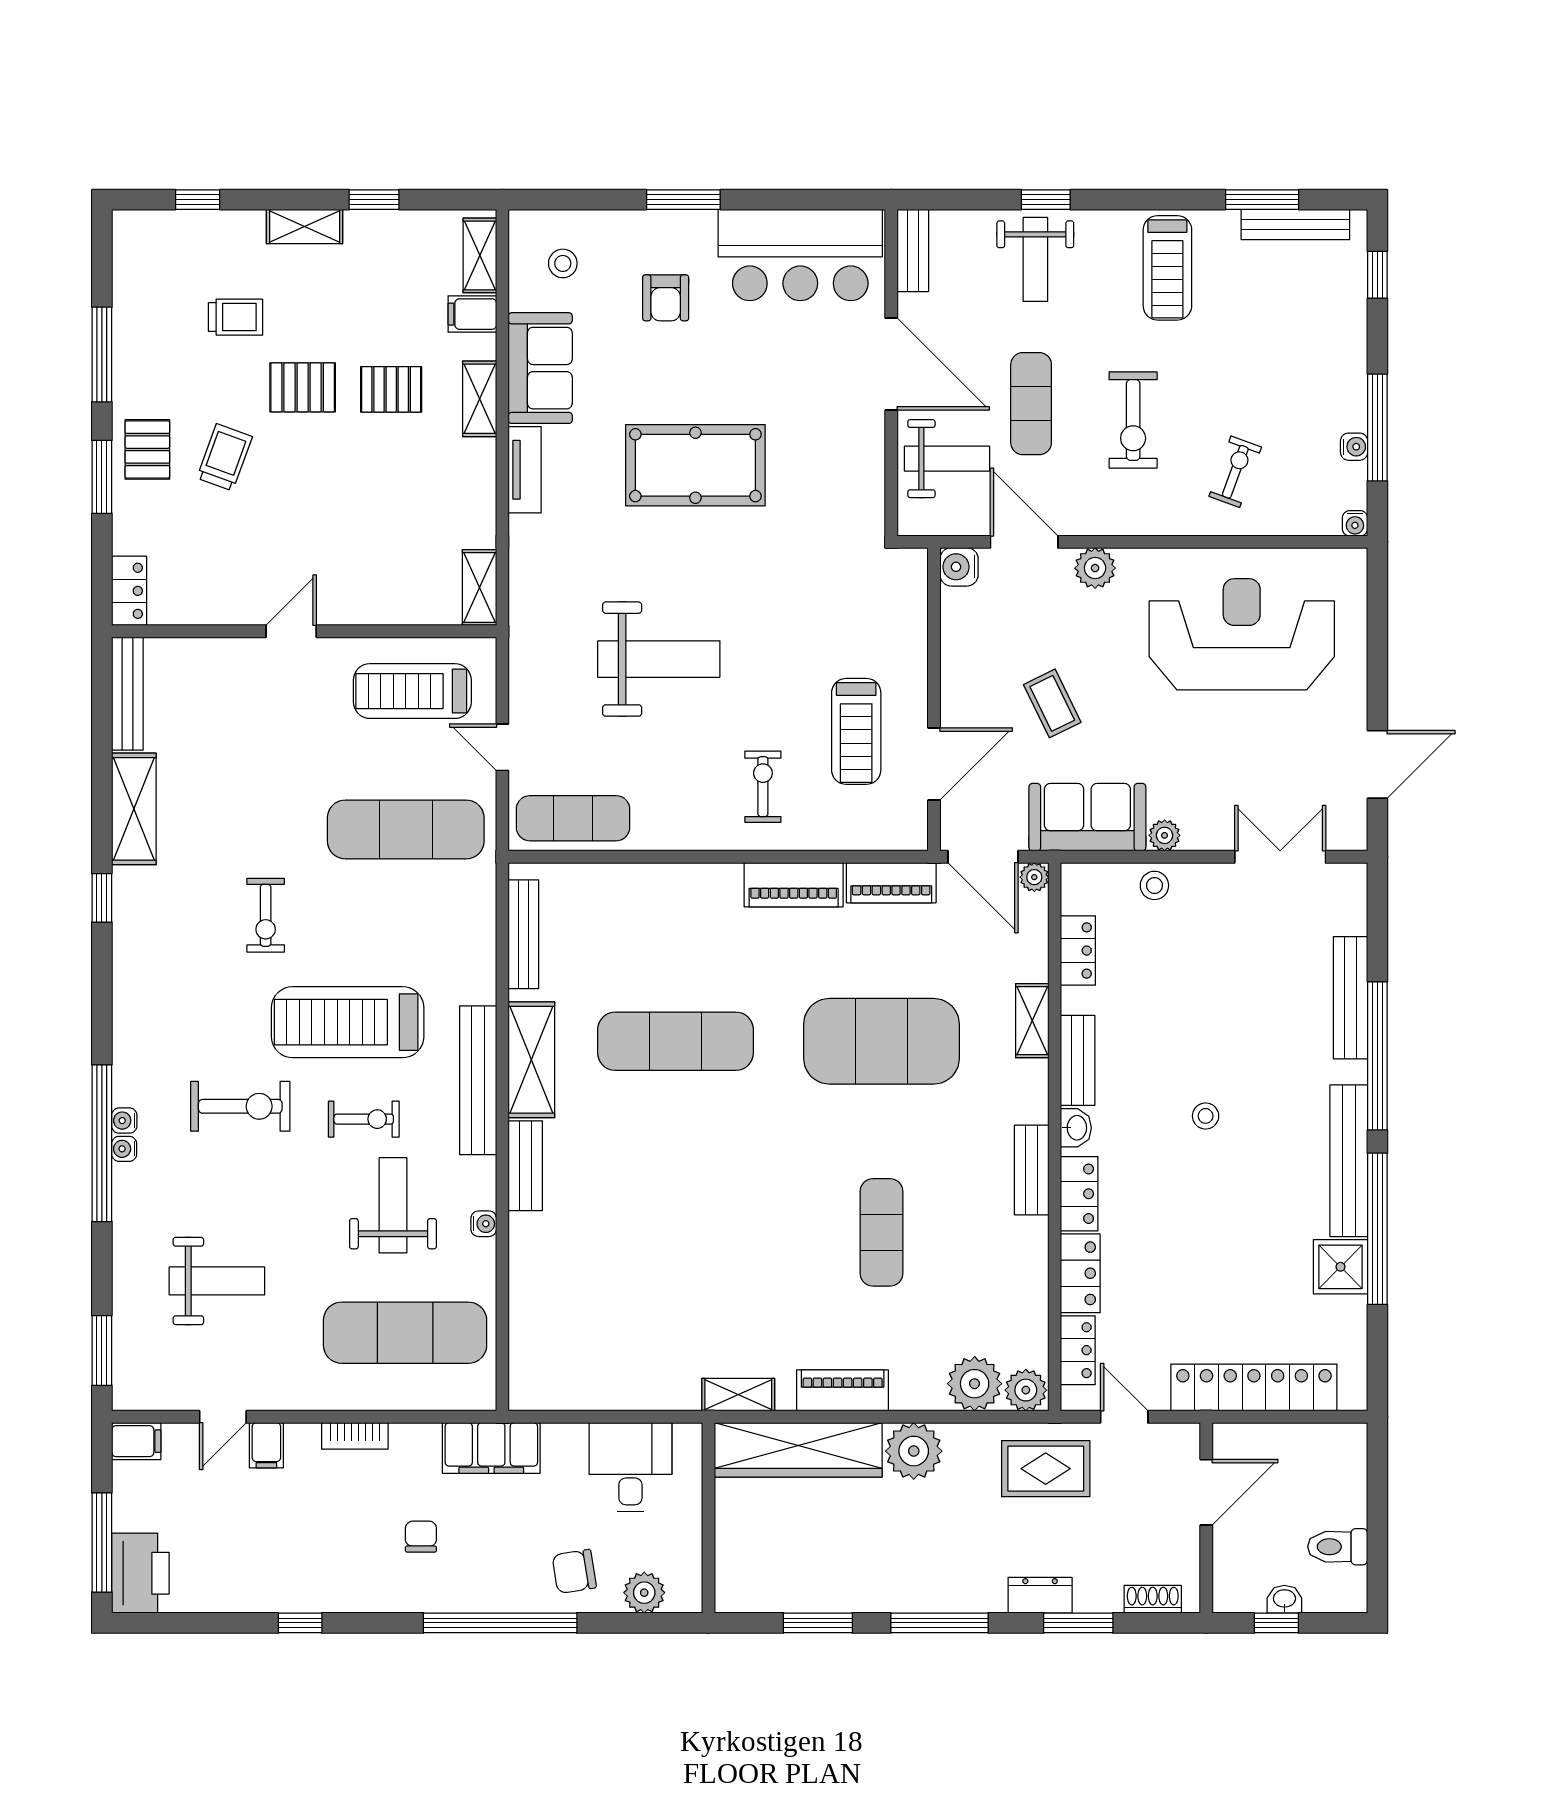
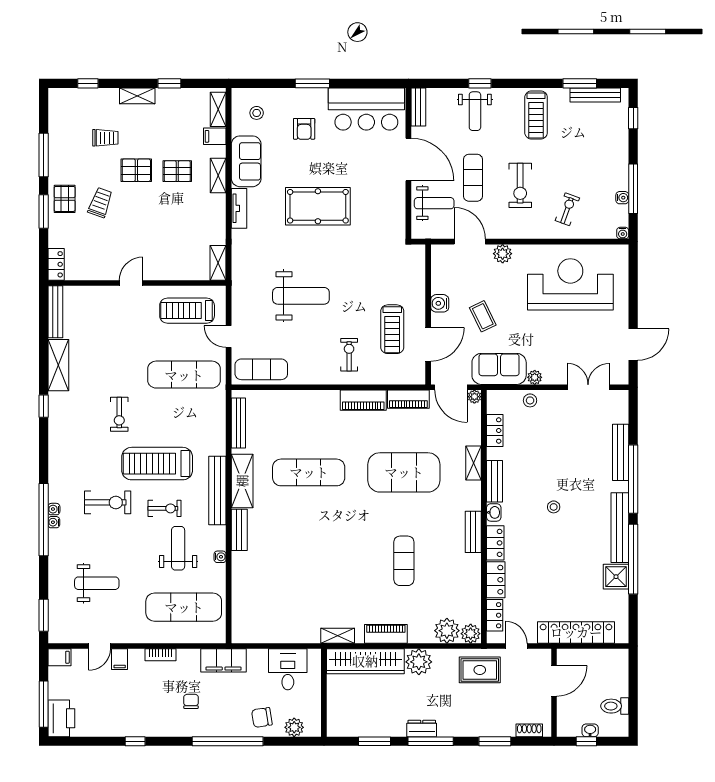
water cooler: (959, 567) -> (440, 303), moved
dresser: (1040, 1595) -> (422, 728), moved

